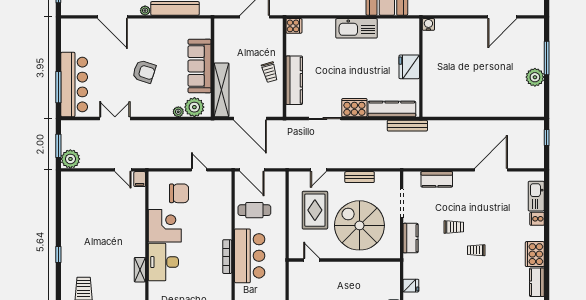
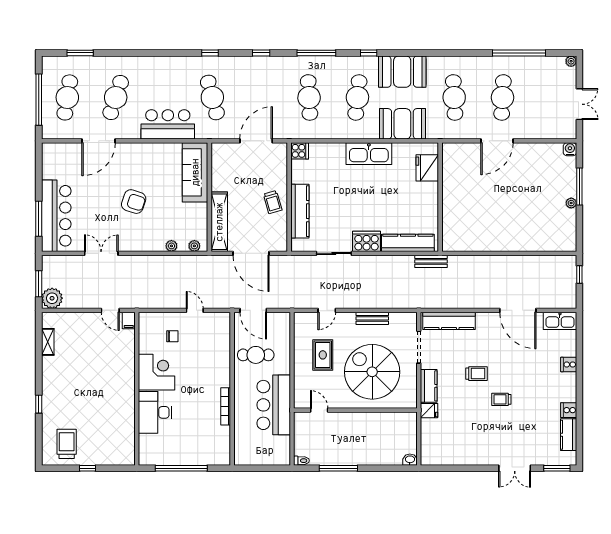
plant: (145, 11) -> (135, 134), removed
door: (112, 17) -> (99, 141), hinge flipped
door: (502, 17) -> (497, 141), moved
water cooler: (428, 24) -> (570, 149), moved
sofa: (200, 66) -> (195, 172), moved
fridge: (409, 67) -> (427, 168), moved
plant: (535, 77) -> (571, 203), width x0.53, depth x0.53
plant: (194, 107) -> (194, 246), width x0.53, depth x0.53
bench: (407, 126) -> (431, 261), width x0.73
door: (491, 170) -> (518, 310), swing flipped
kitchen counter: (437, 179) -> (449, 321), width x1.50
chair: (179, 193) -> (172, 336), width x0.54, depth x0.54
kitchen sink: (536, 196) -> (560, 321), moved, turned -90
rug: (315, 210) -> (323, 355), width x0.73, depth x0.70
cooker: (535, 254) -> (569, 410), width x0.53, depth x0.76
bar counter: (250, 256) -> (274, 405), moved, turned 180
shelving: (140, 270) -> (48, 342), moved
fridge: (411, 286) -> (429, 411), moved

